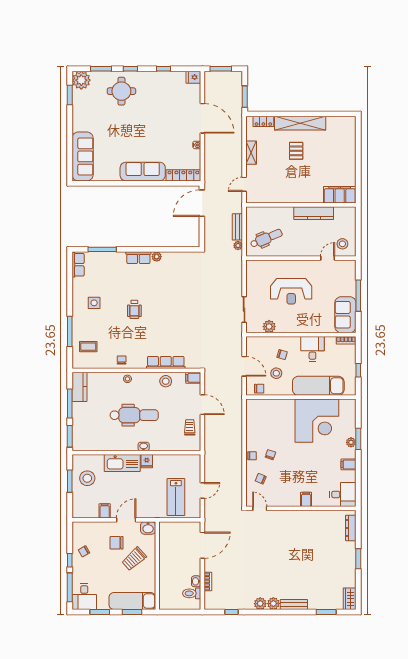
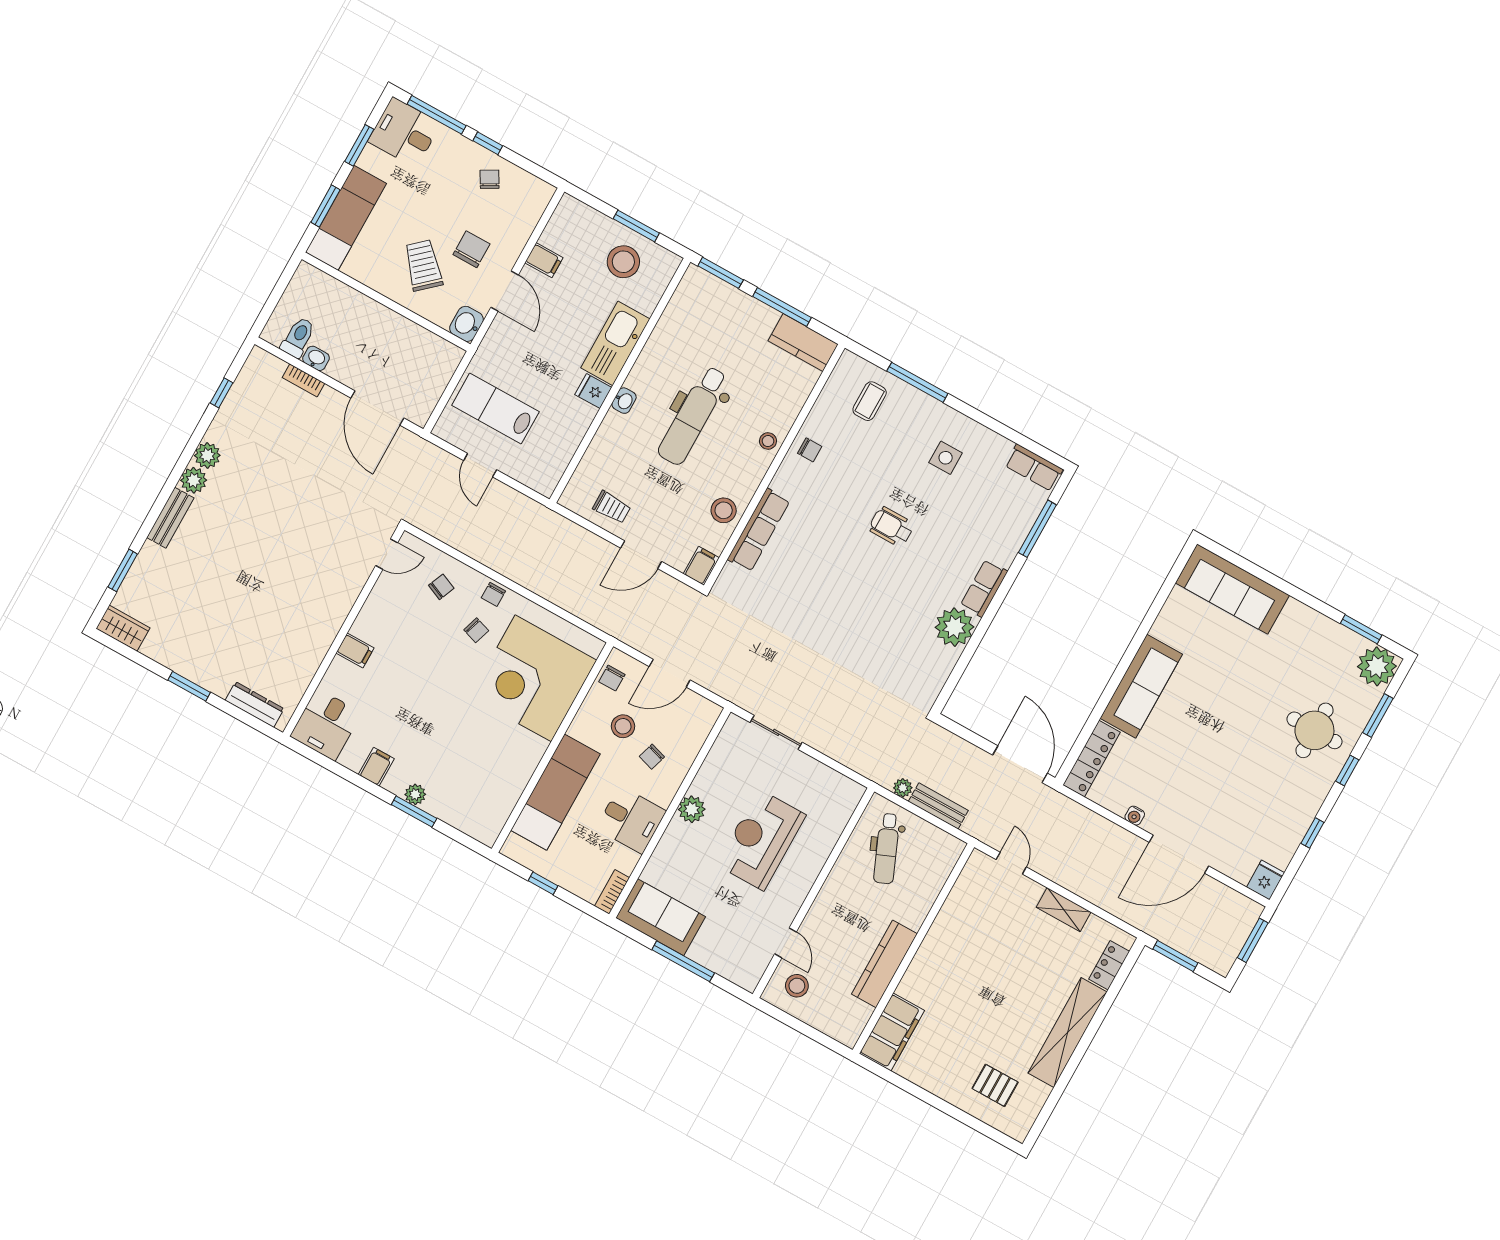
pallet: (296, 151) -> (995, 1085), moved
plant: (157, 257) -> (955, 627), width x1.87, depth x1.87
plant: (269, 327) -> (692, 809), moved
corner desk: (317, 421) -> (533, 678), moved

